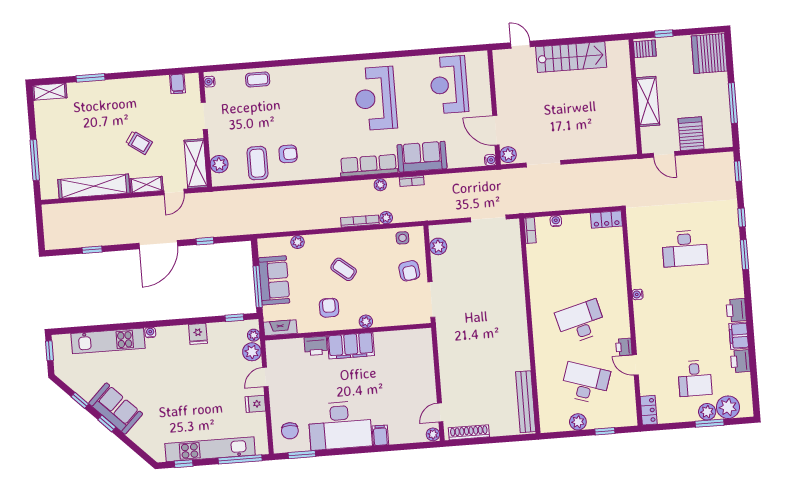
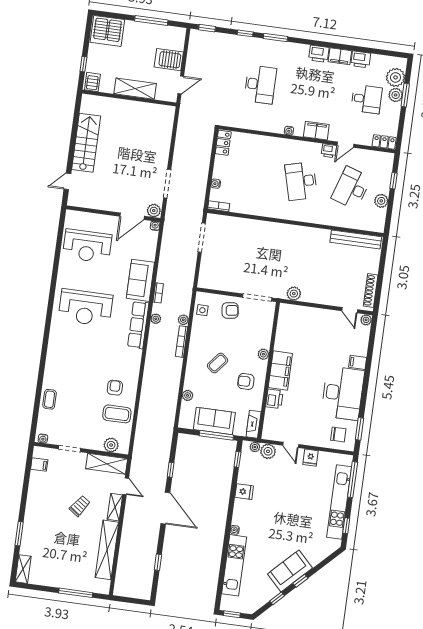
plant: (438, 246) -> (294, 294), moved
filing cabinet: (644, 327) -> (316, 131), added

